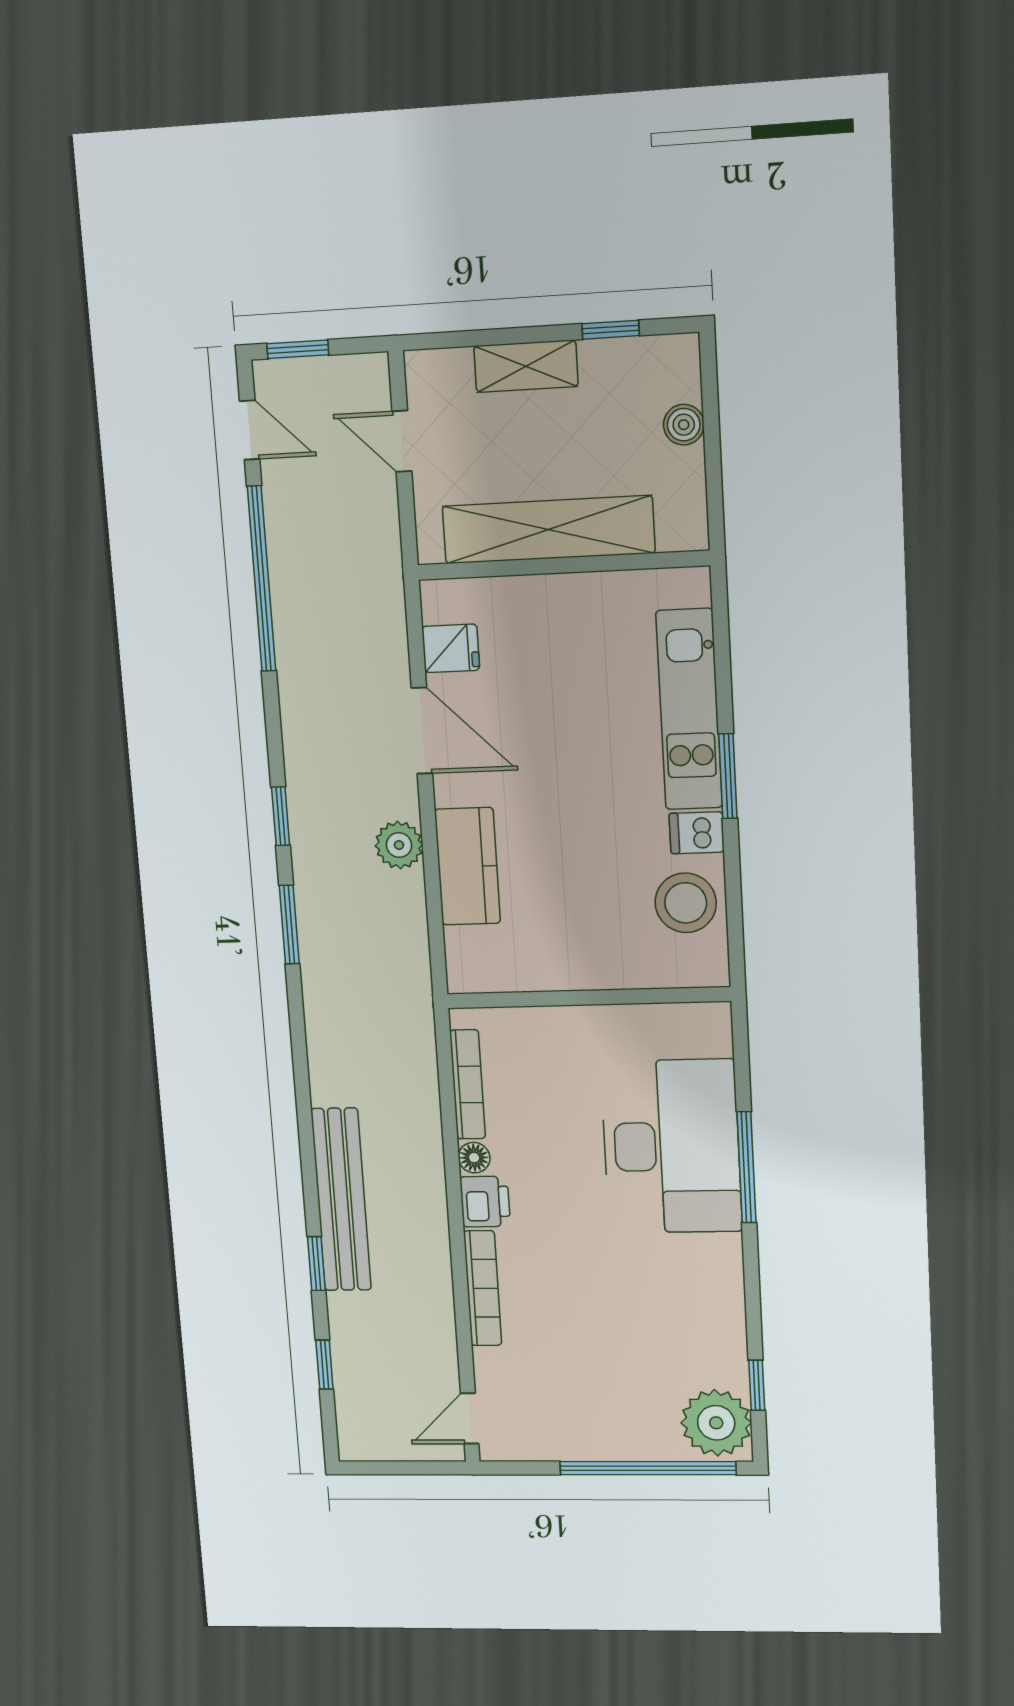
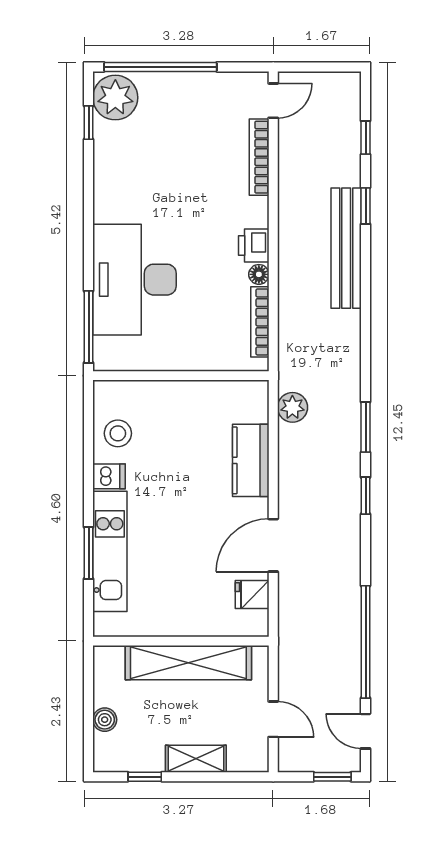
door: (422, 731) -> (273, 545), hinge flipped
window: (728, 776) -> (89, 553), moved
plant: (399, 845) -> (292, 407), moved
stool: (686, 903) -> (118, 433), width x0.73, depth x0.73
window: (746, 1167) -> (89, 327), moved
bookcase: (483, 1288) -> (259, 157), moved

